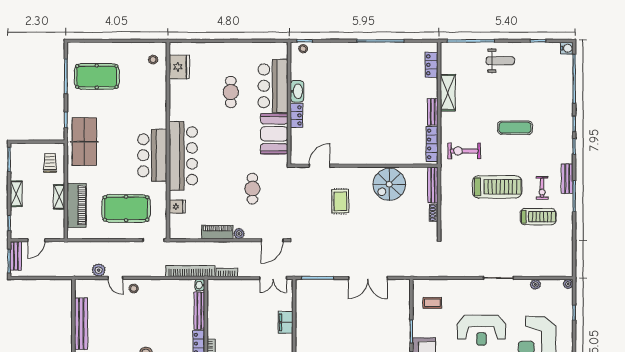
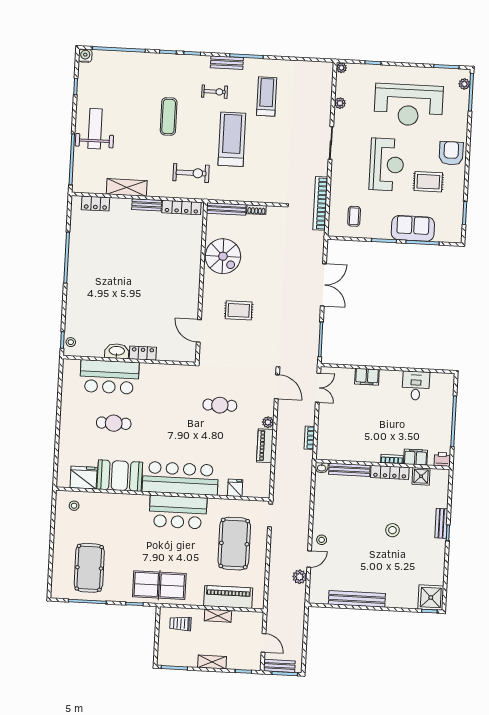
weight bench: (500, 61) -> (95, 129), width x1.36, depth x1.33
booth: (274, 134) -> (120, 476), moved
exercise bike: (464, 151) -> (191, 173), turned -90
exercise bike: (542, 188) -> (215, 92), moved
bookcase: (190, 271) -> (320, 203), moved

